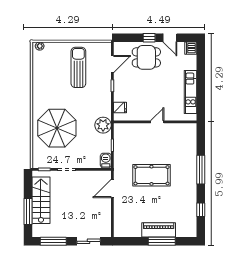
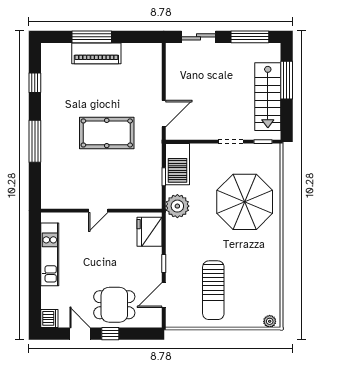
fridge: (120, 108) -> (150, 232), width x1.88, depth x1.34
barbecue: (106, 161) -> (178, 164), width x1.88, depth x1.53

